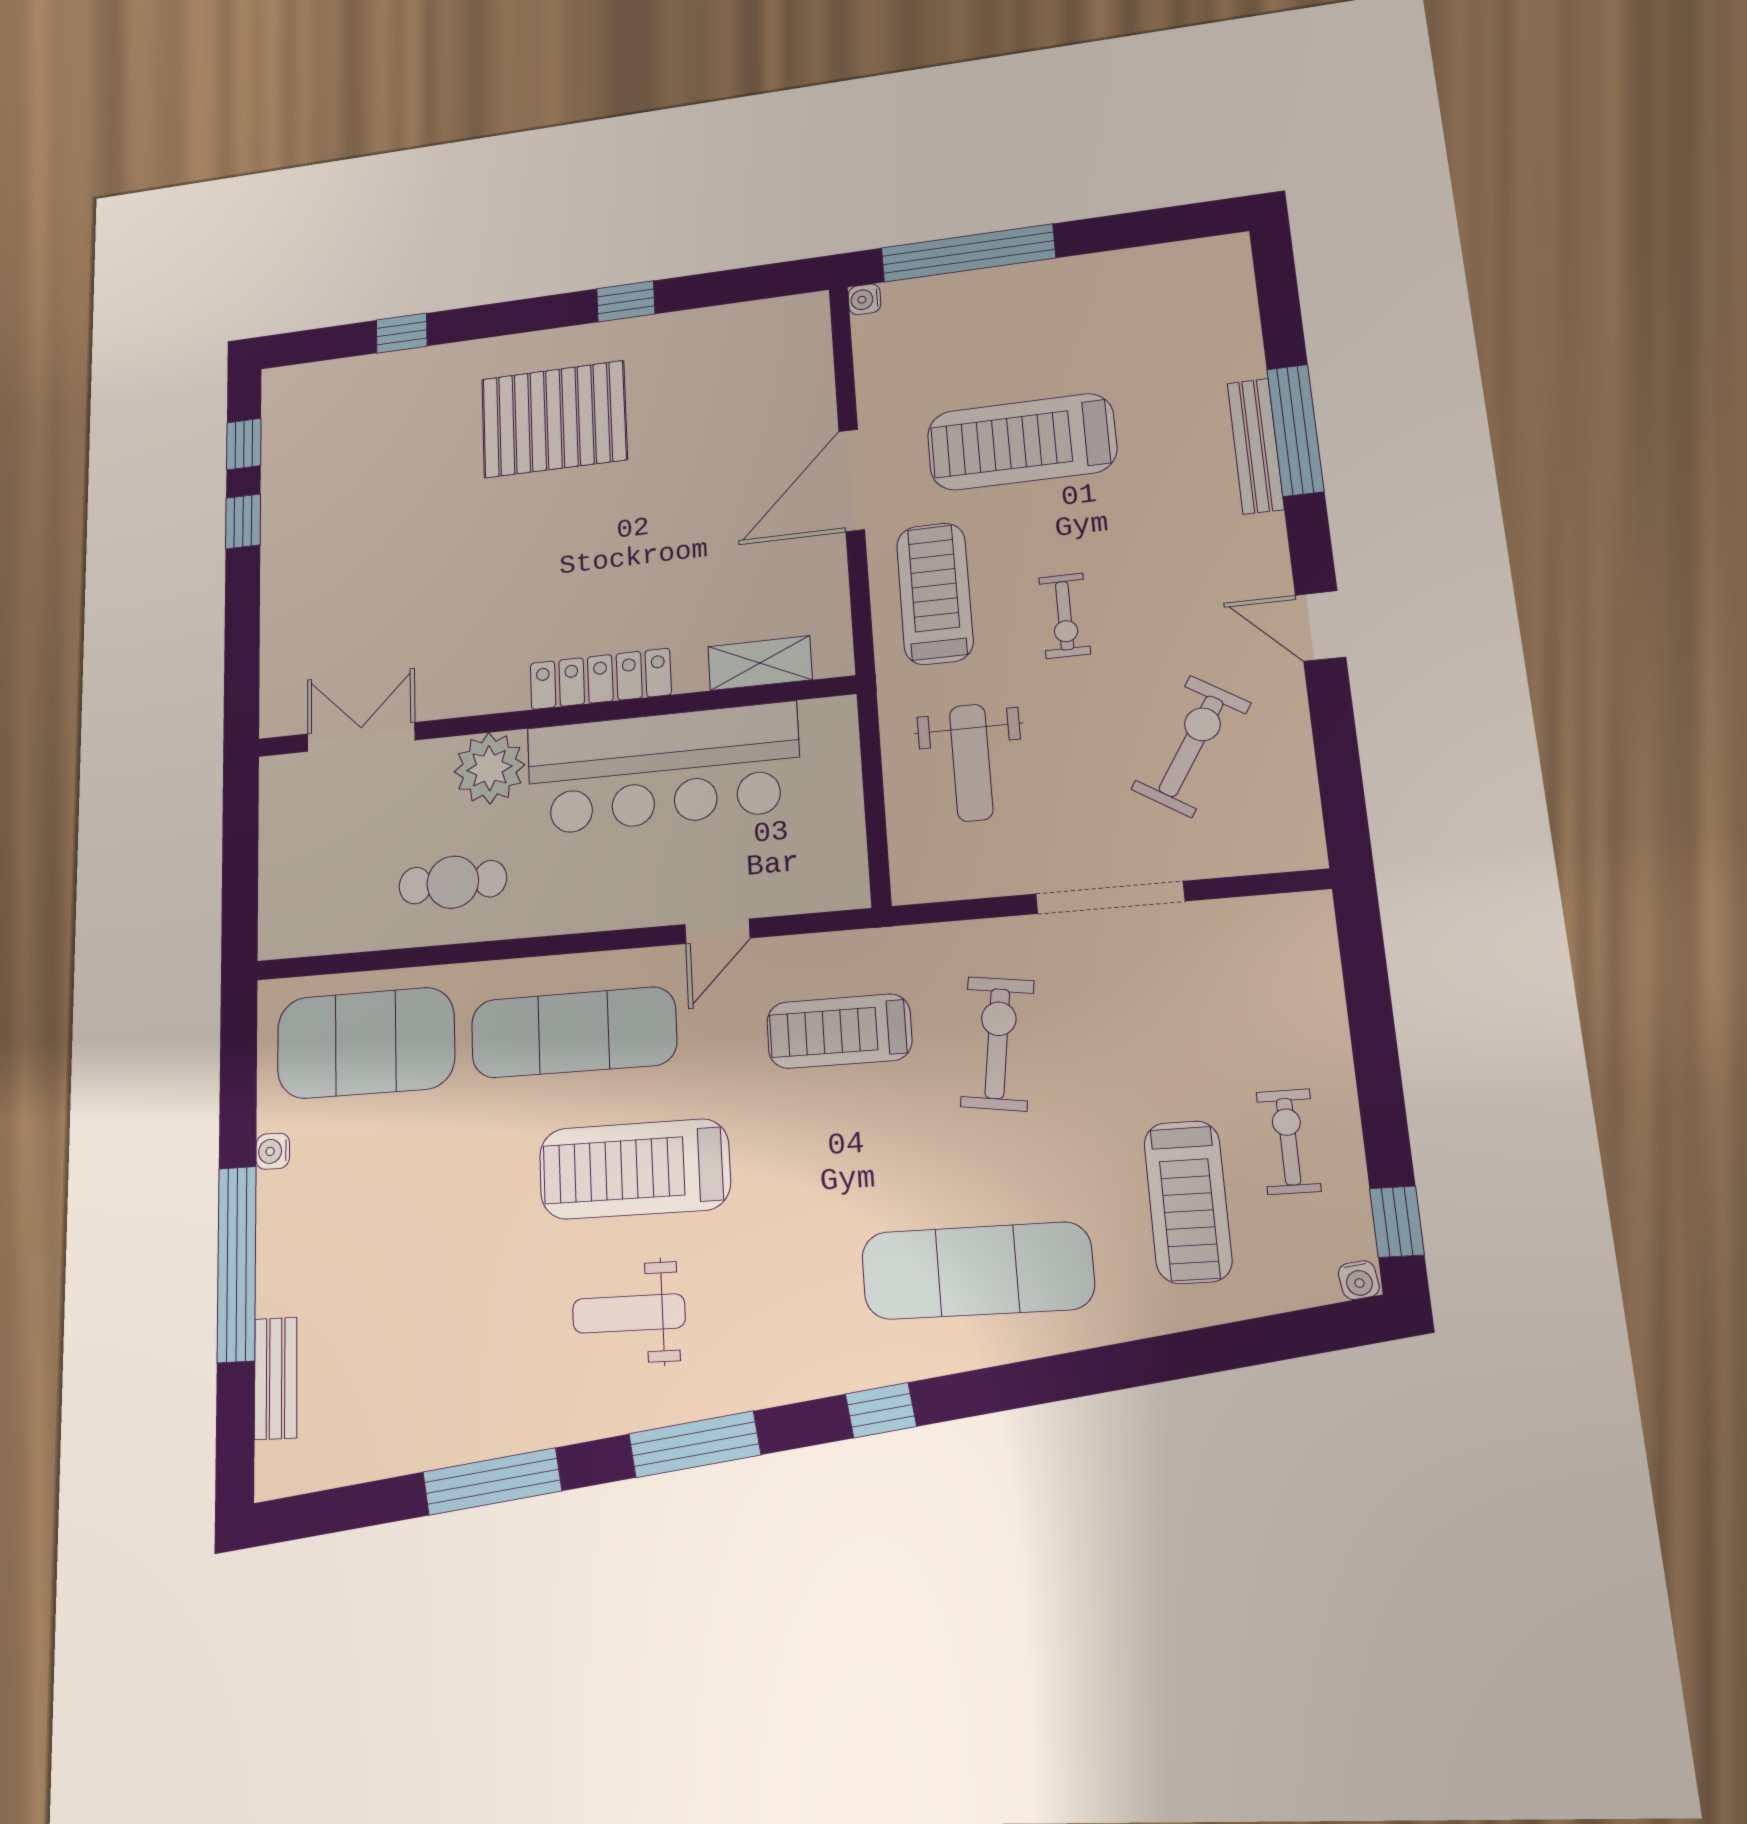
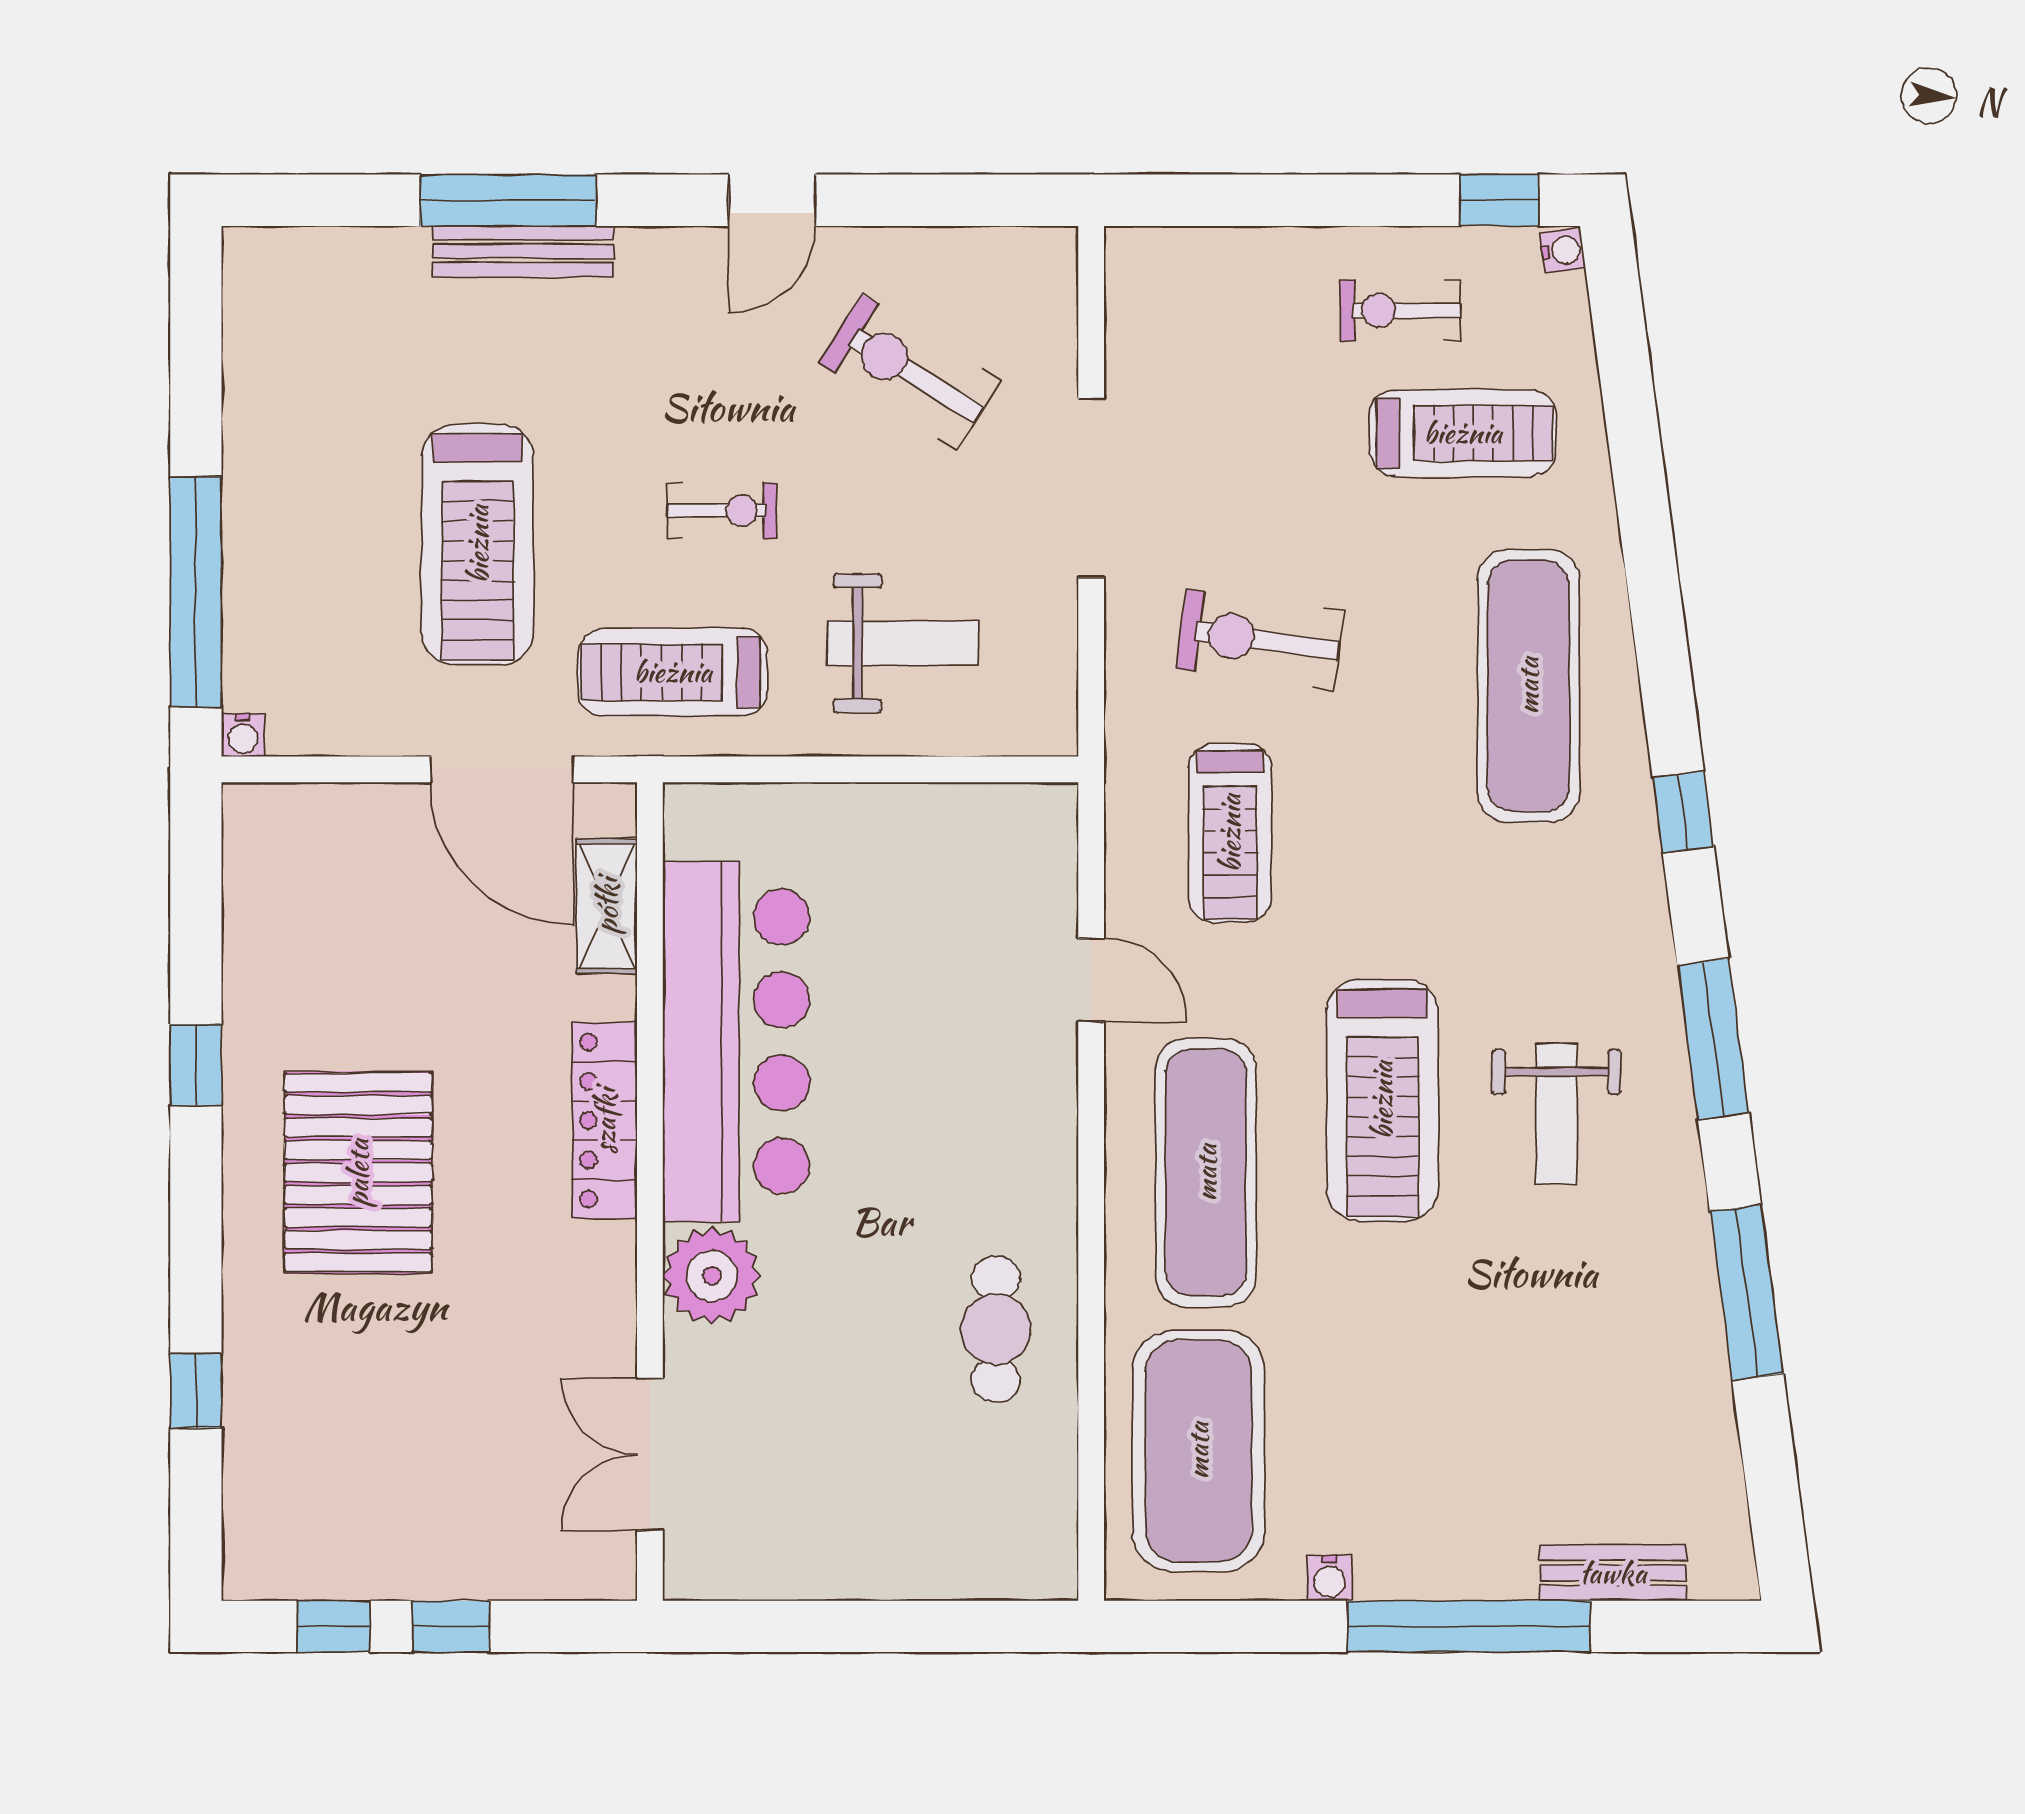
shelving: (760, 663) -> (607, 906), moved
locker: (600, 679) -> (605, 1121), moved
wall: (550, 717) -> (650, 1192), moved
double door: (361, 737) -> (650, 1454), moved
plant: (489, 768) -> (712, 1276), moved
bar counter: (663, 769) -> (736, 1041), moved

